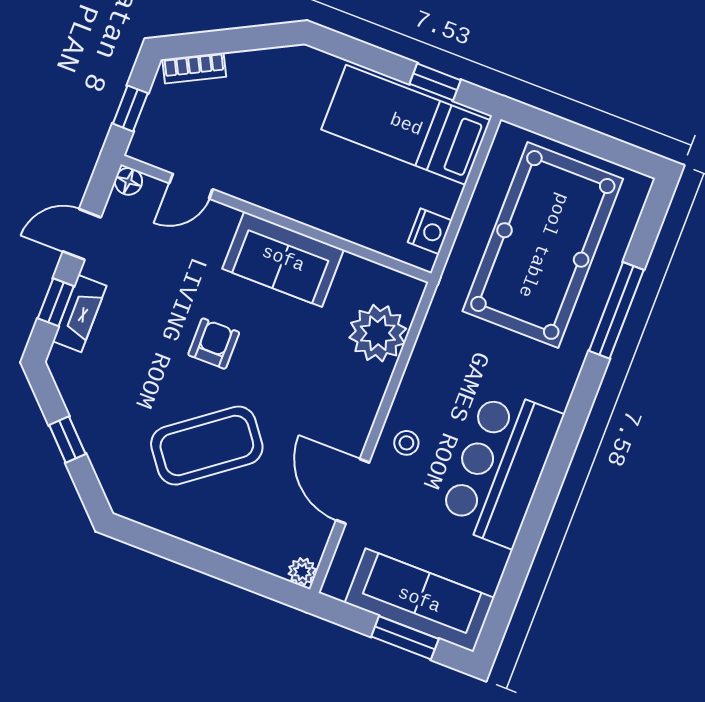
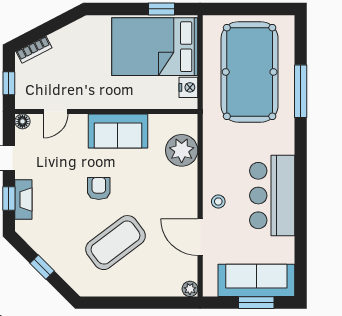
bed: (406, 125) -> (155, 47), width x1.50

